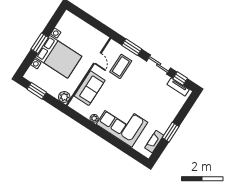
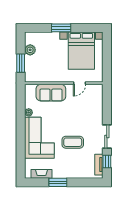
window: (132, 47) -> (107, 105), removed
bed with nightstands: (59, 57) -> (81, 51), moved
coffee table: (121, 66) -> (73, 142), moved
window: (37, 91) -> (21, 63), moved
plant: (64, 97) -> (30, 50), moved

